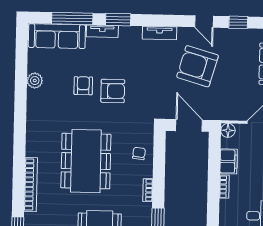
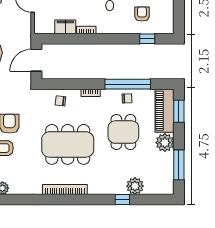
floor lamp: (228, 130) -> (40, 28), removed
bookcase: (31, 185) -> (65, 190), moved

